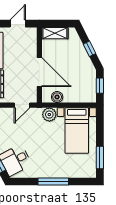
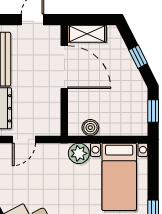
door: (39, 72) -> (64, 67), moved
door: (22, 105) -> (24, 139), moved

